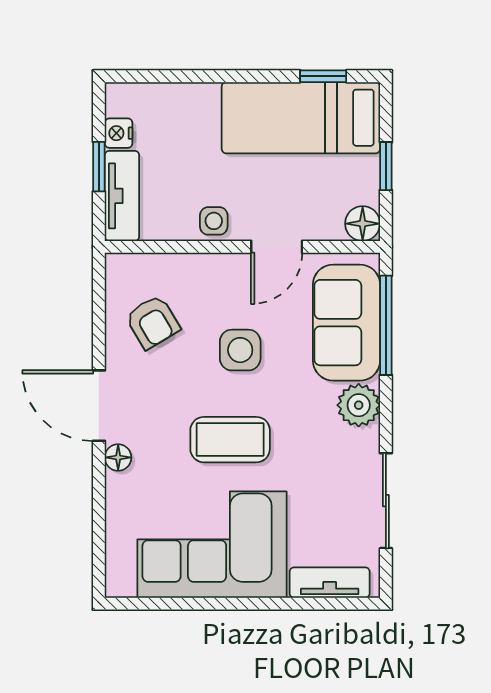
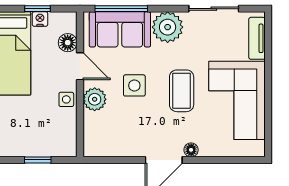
nightstand: (119, 133) -> (40, 19), moved, turned 180
tv unit: (122, 196) -> (53, 148), removed
floor lamp: (363, 224) -> (68, 43), moved
plant: (214, 275) -> (95, 99), added
armchair: (153, 322) -> (120, 132), removed
plant: (359, 405) -> (168, 27), width x1.36, depth x1.36

